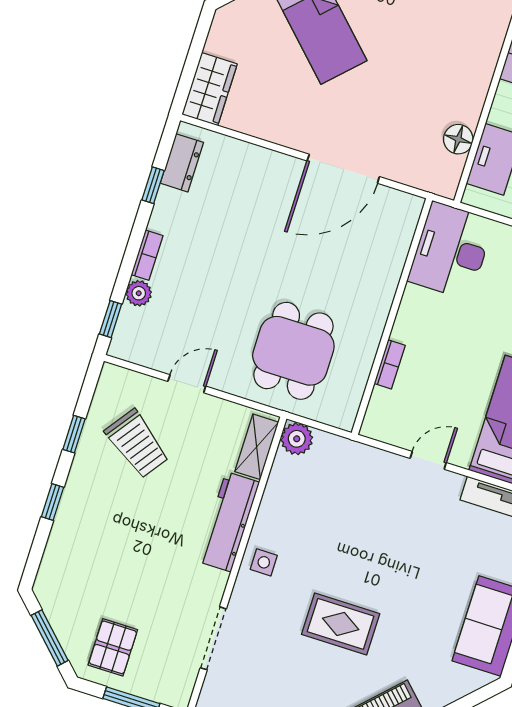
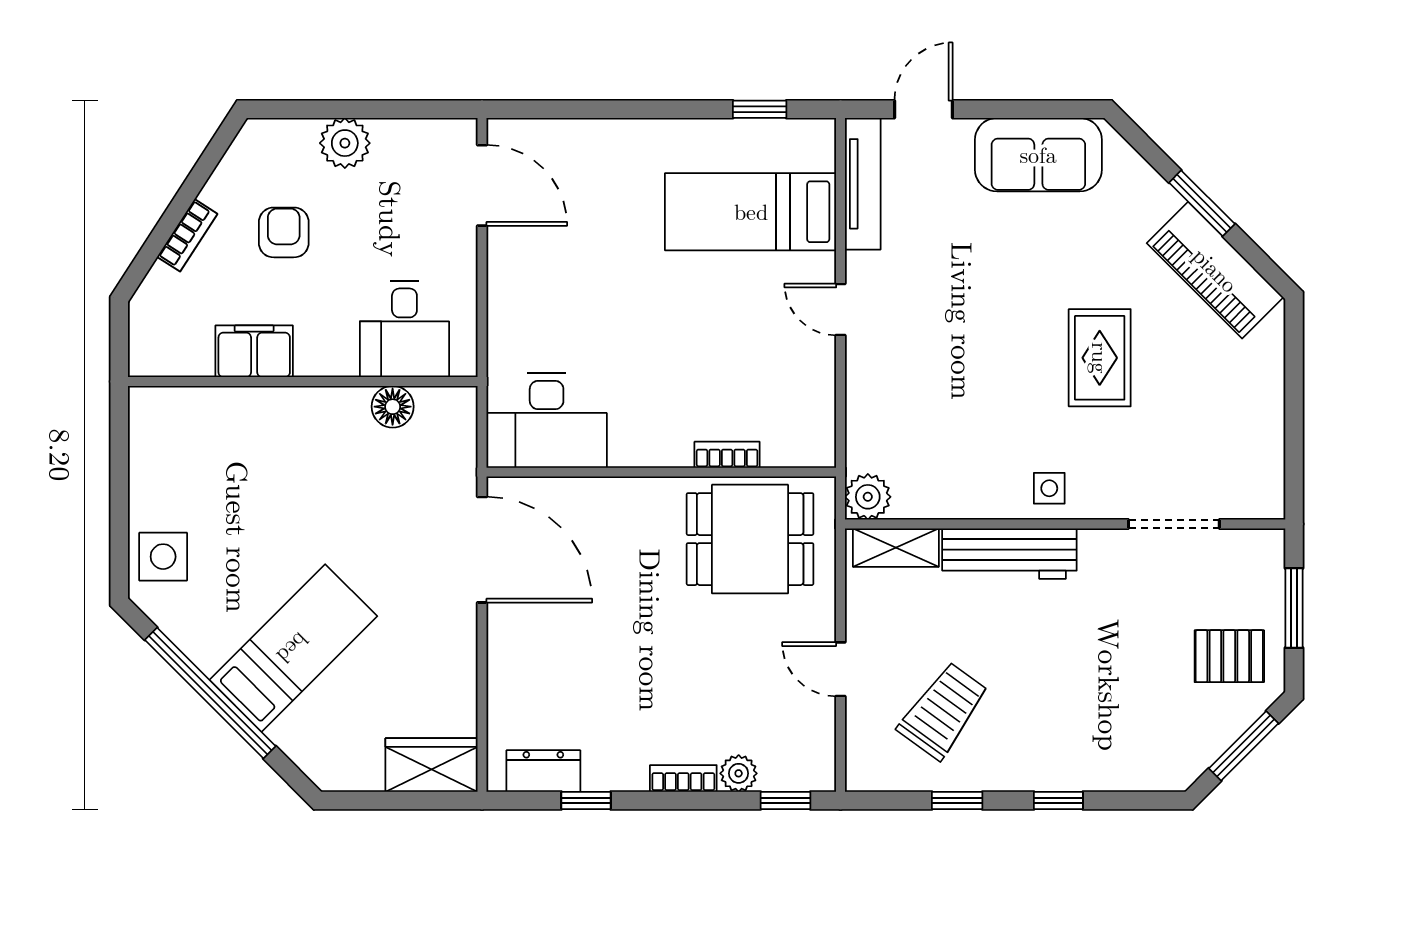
desk: (451, 251) -> (547, 421), moved
wall: (392, 317) -> (661, 472), moved
bookcase: (390, 364) -> (727, 455), moved

